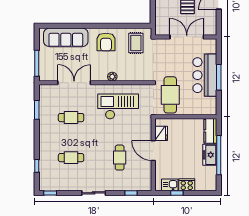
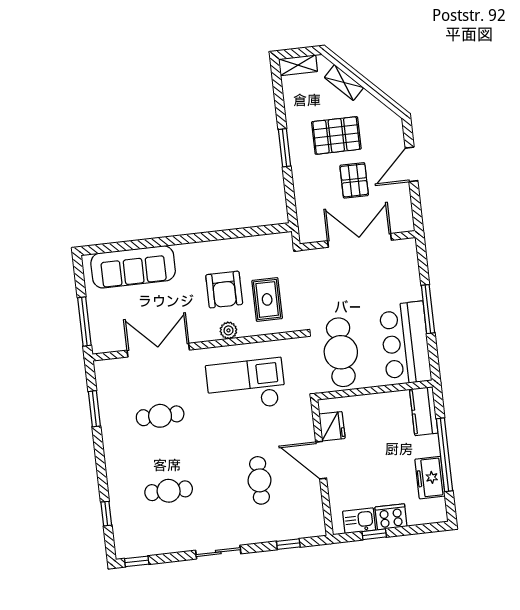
armchair: (106, 42) -> (224, 290), moved
rug: (136, 43) -> (267, 299), moved
bar counter: (205, 75) -> (405, 343), moved
freezer: (210, 155) -> (430, 478), moved

